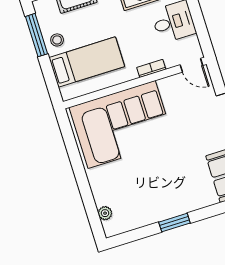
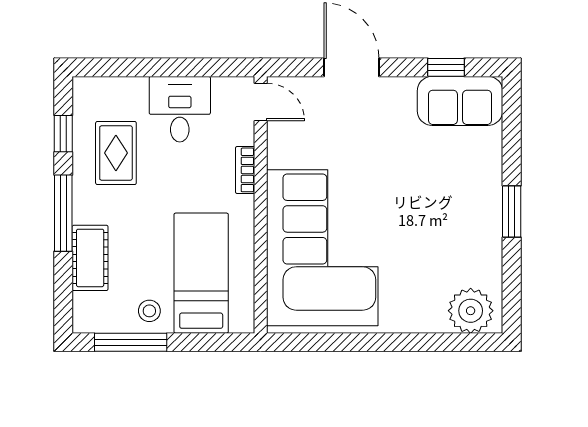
door: (191, 65) -> (261, 102), hinge flipped
plant: (105, 213) -> (471, 311), width x1.88, depth x1.88

